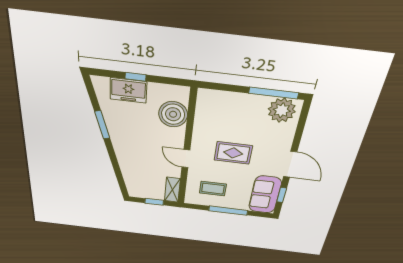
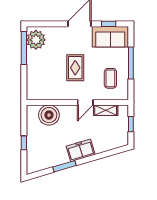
freezer: (128, 90) -> (81, 150), moved, turned -106
shelving: (172, 190) -> (106, 110), moved

